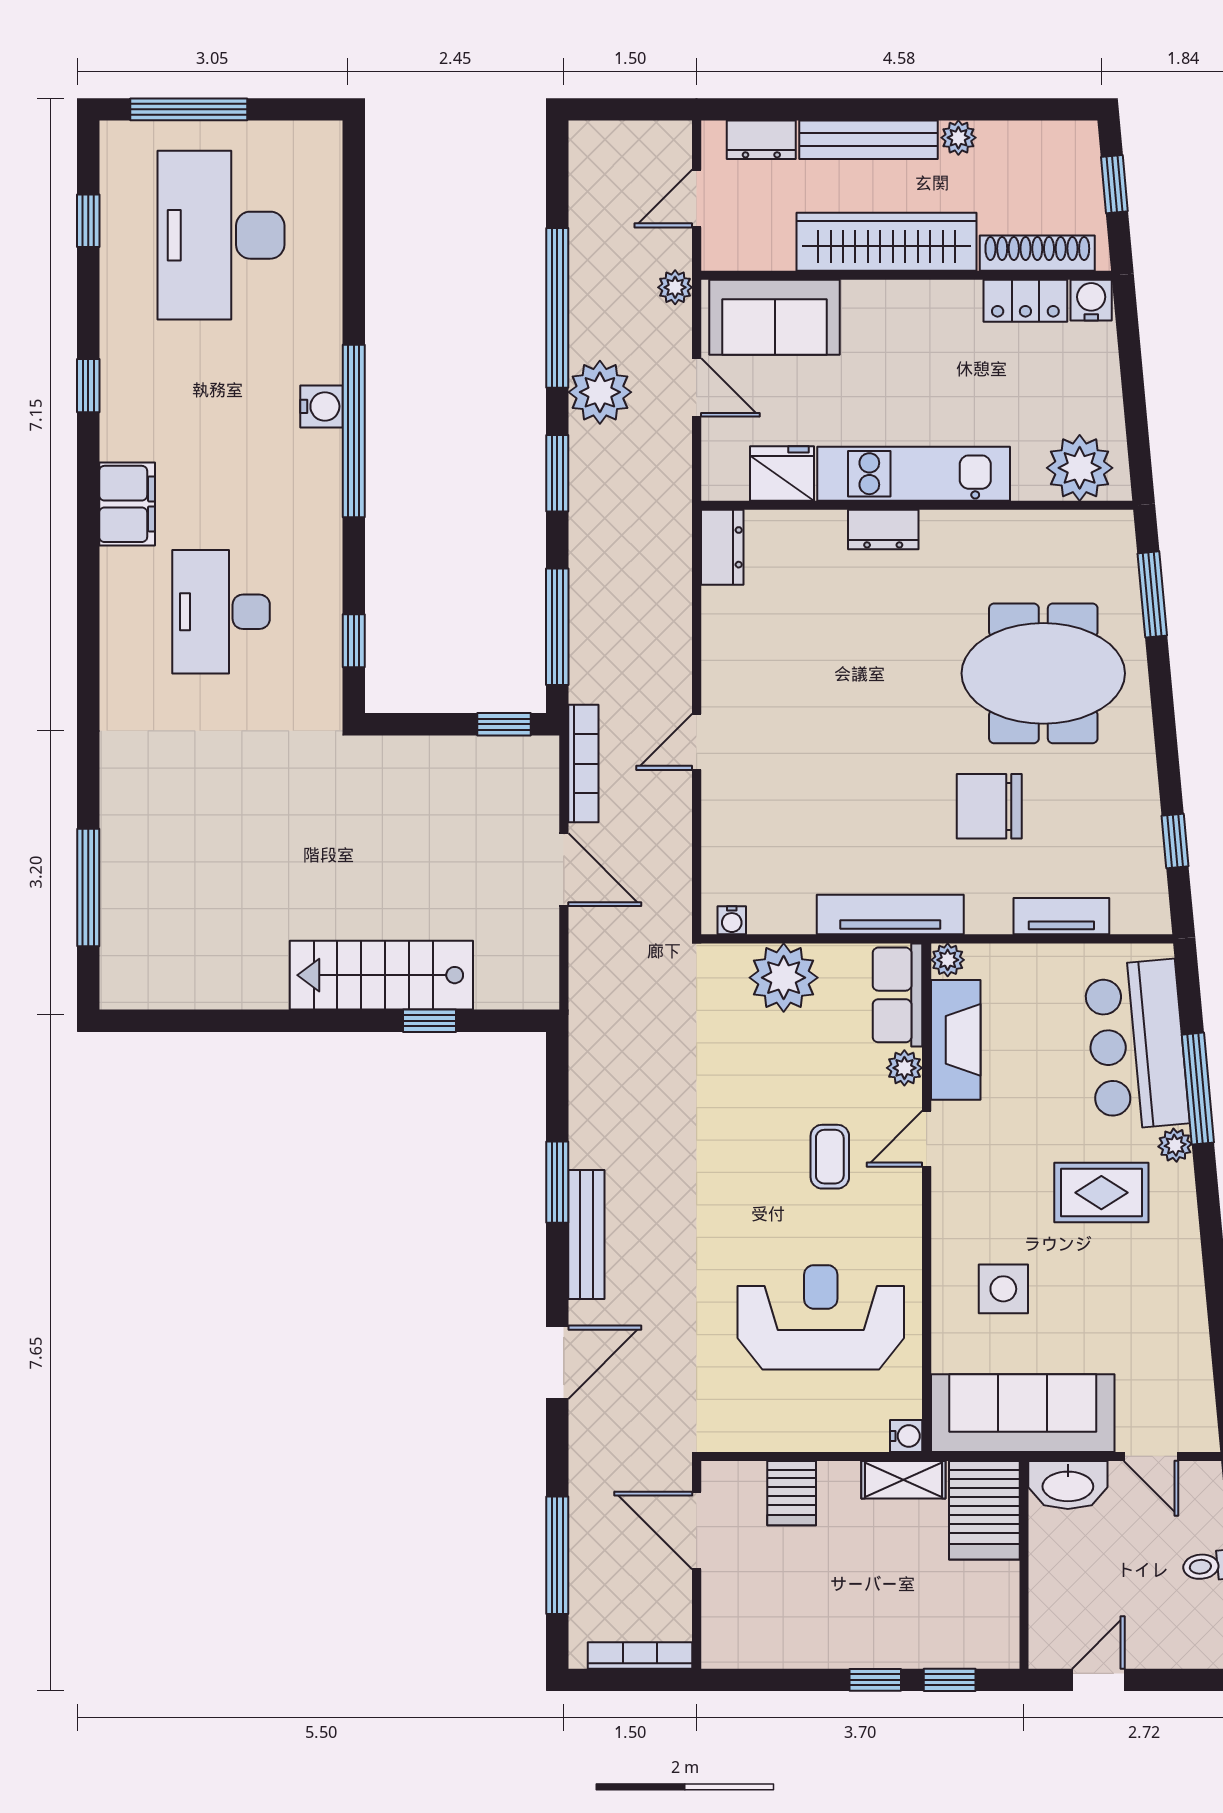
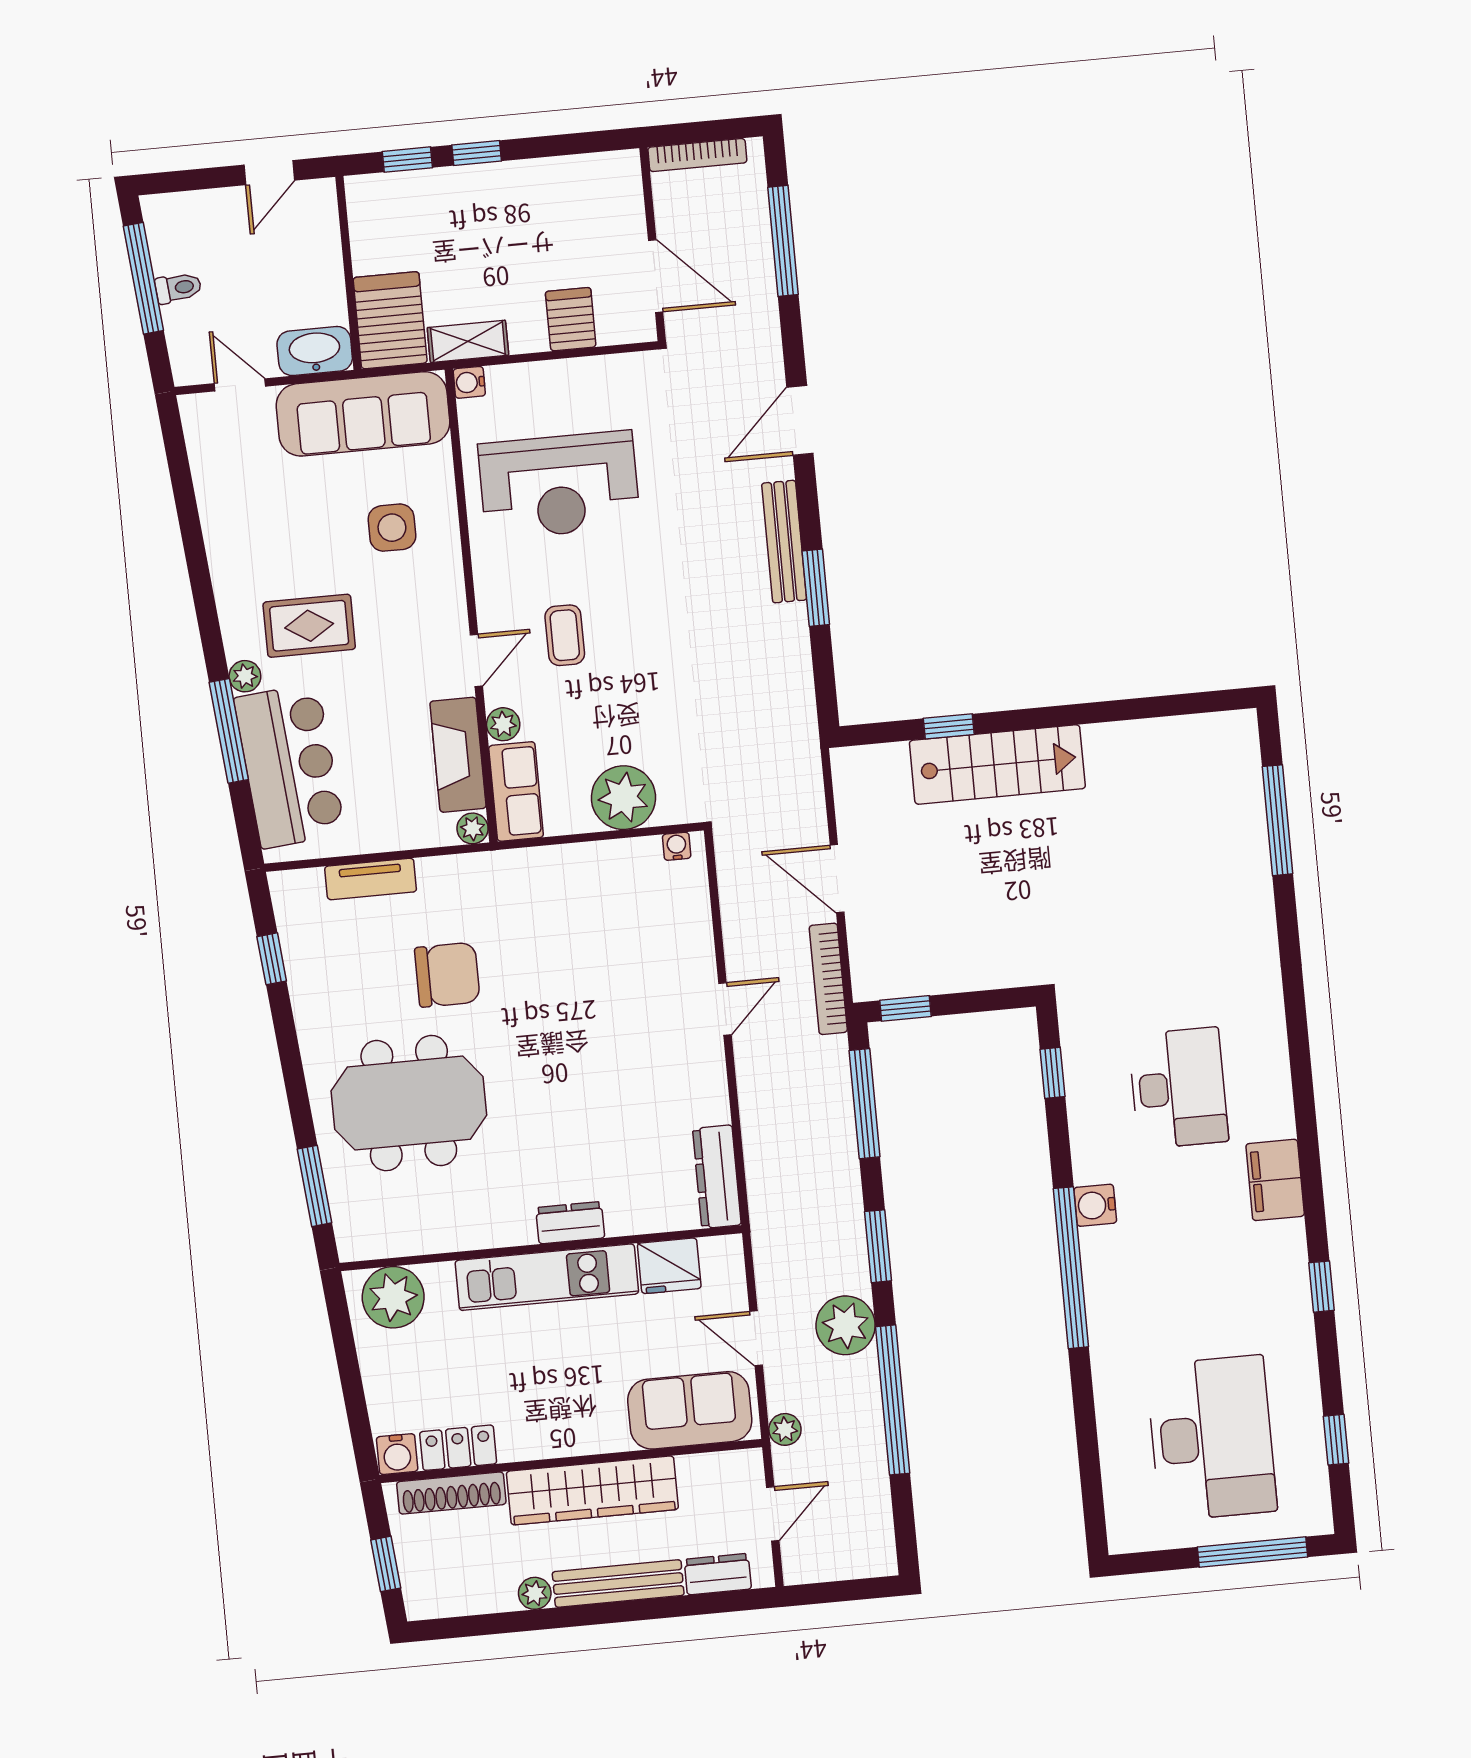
water cooler: (322, 406) -> (1095, 1205), moved
dresser: (722, 547) -> (717, 1177), width x1.44
tv unit: (890, 915) -> (530, 865), removed

